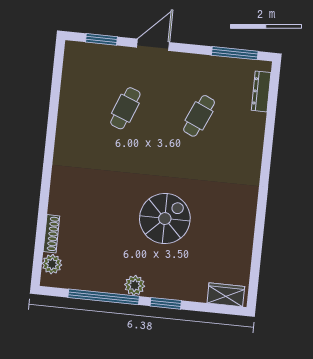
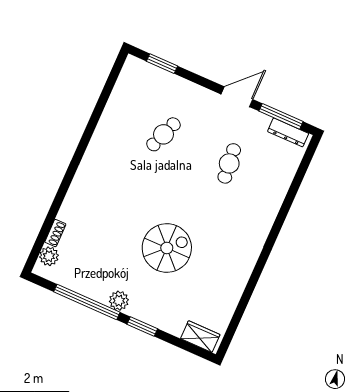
door: (153, 45) -> (237, 97), moved
dresser: (261, 91) -> (288, 132), moved, turned -90
cafe table: (199, 116) -> (229, 163), turned -30
shoe rack: (51, 234) -> (55, 233), width x0.70

